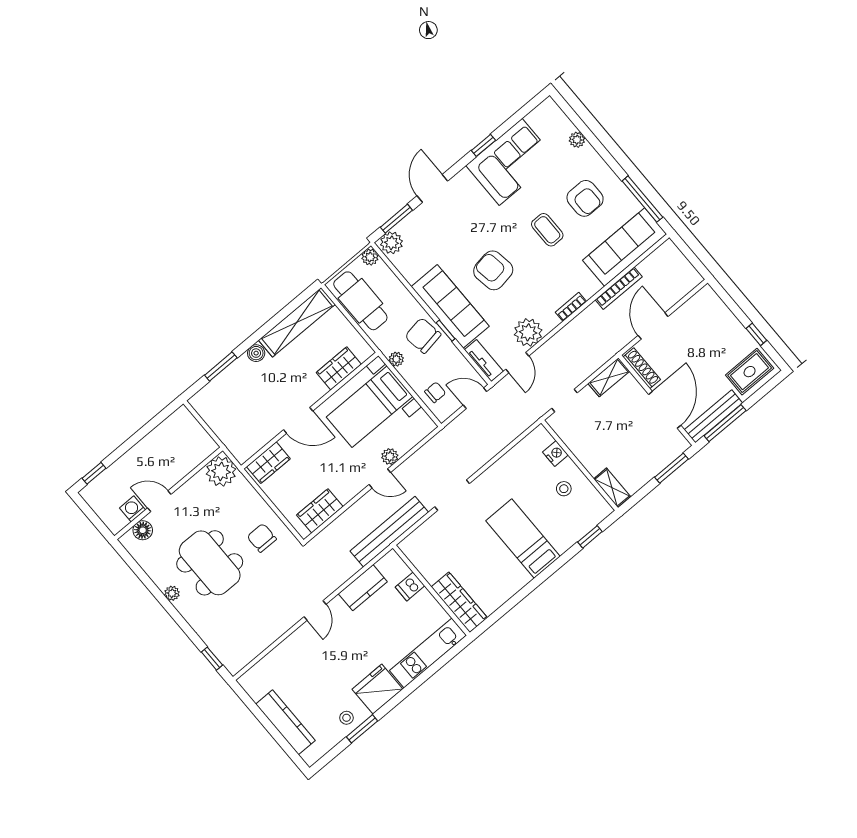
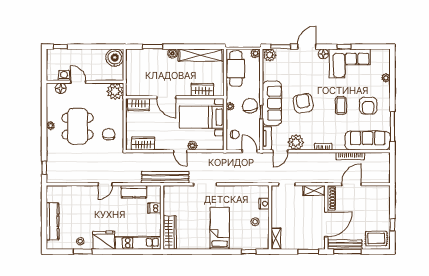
floor lamp: (463, 179) -> (323, 54), added
boiler: (181, 425) -> (115, 58), added

